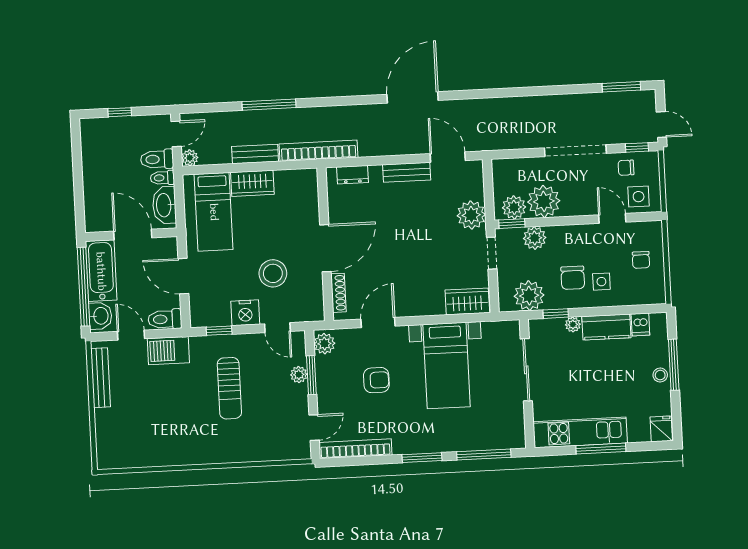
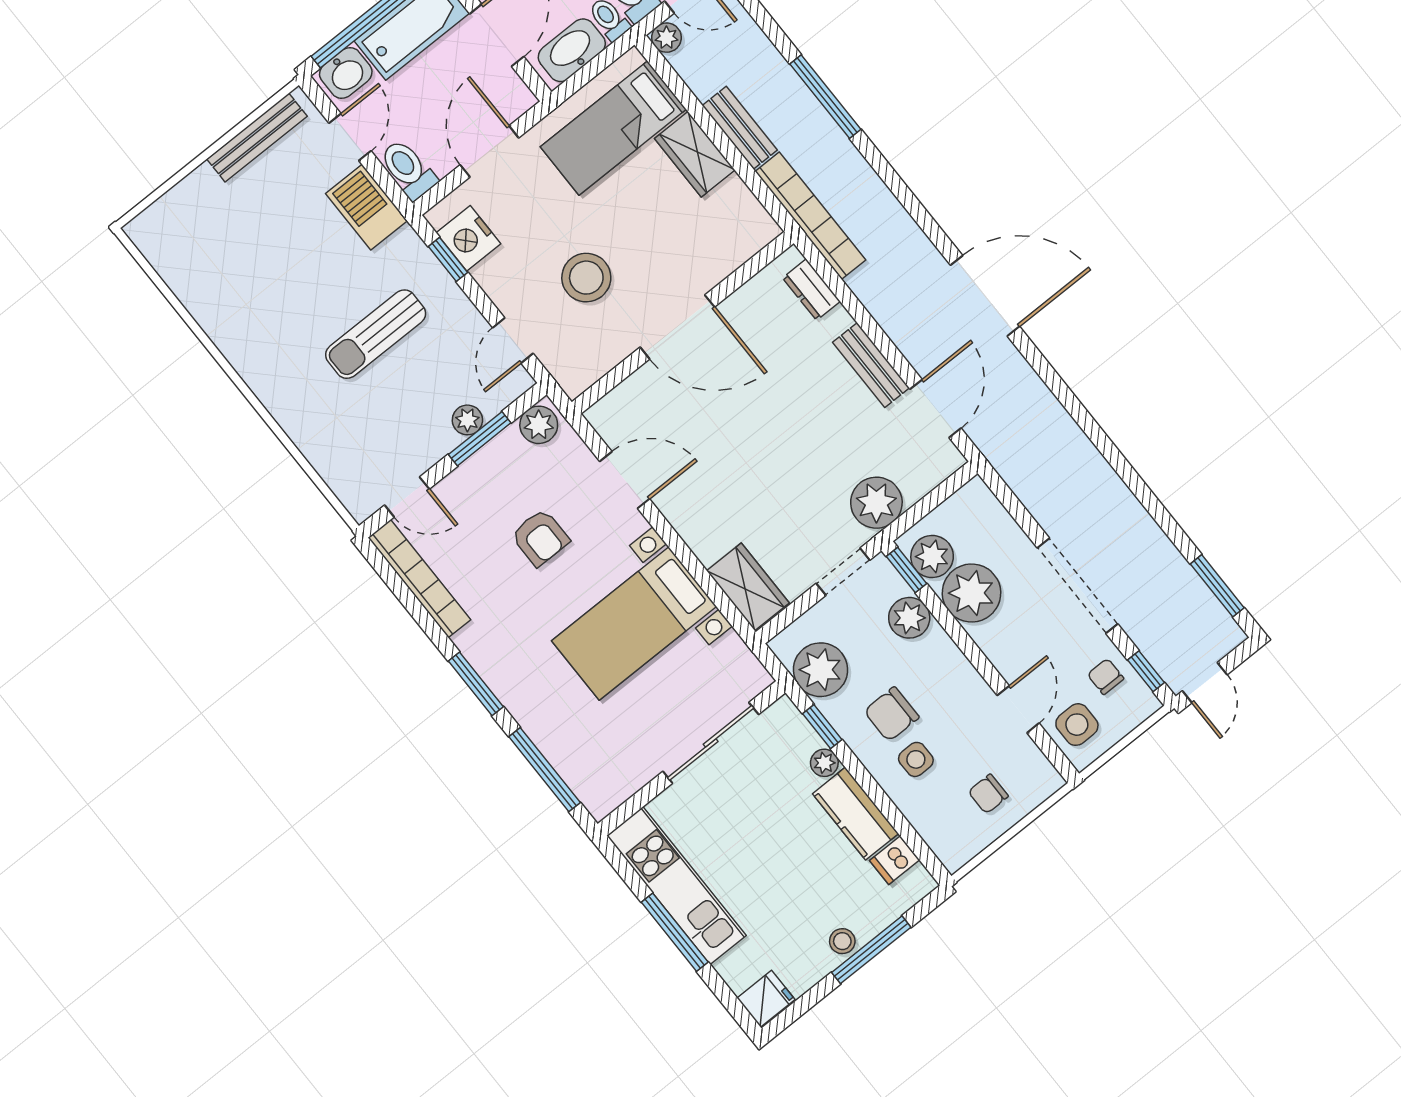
shoe rack: (338, 293) -> (626, 392), removed
nightstand: (245, 313) -> (468, 238), moved

